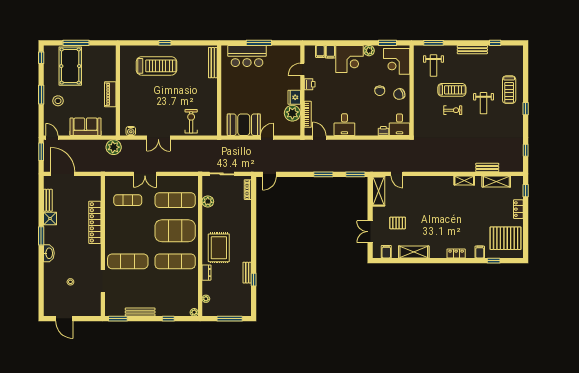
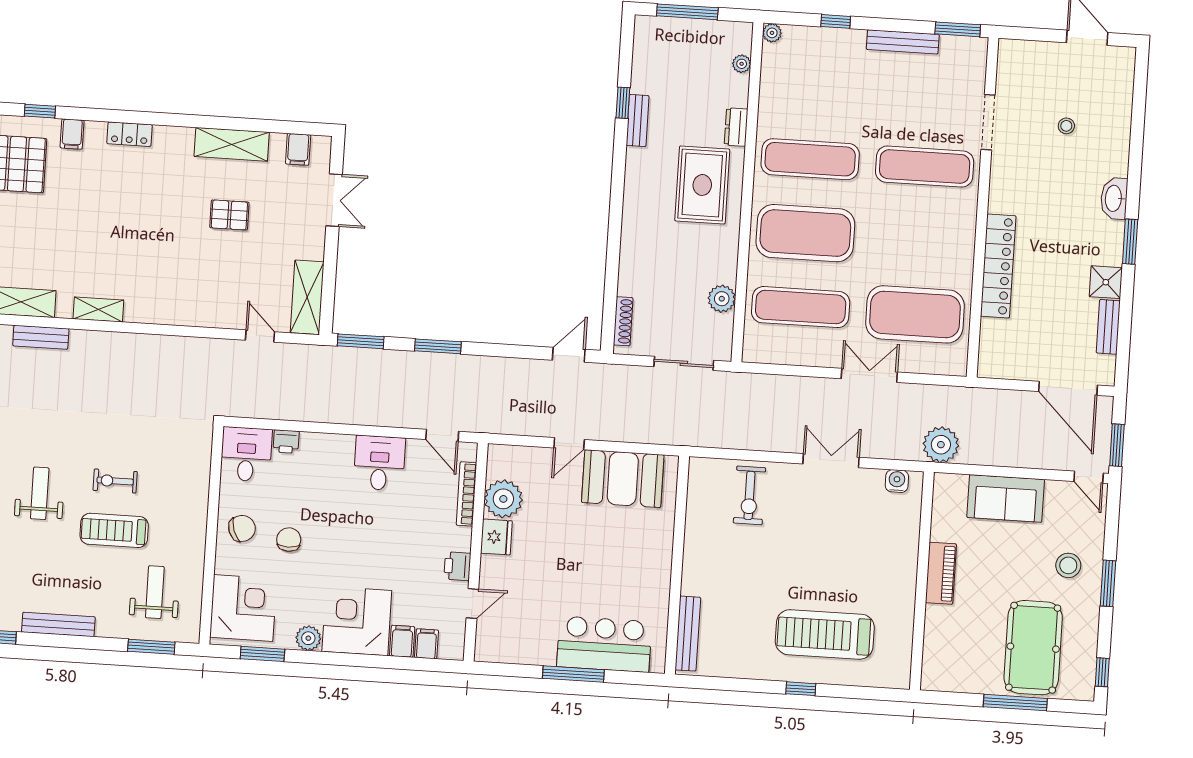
exercise mat: (128, 200) -> (915, 314), width x2.00, depth x1.45
pallet: (398, 223) -> (229, 215), moved

